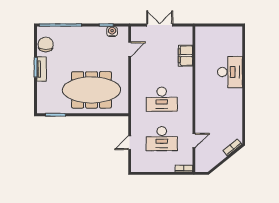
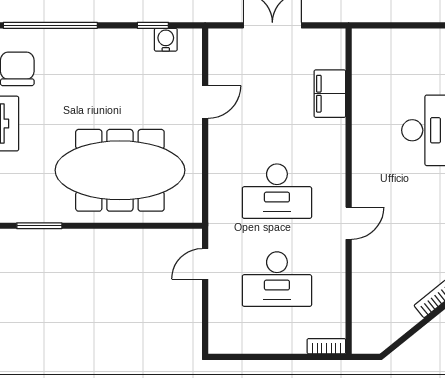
door: (130, 49) -> (205, 102), moved
door: (194, 141) -> (349, 223), moved
door: (130, 143) -> (205, 264), moved

